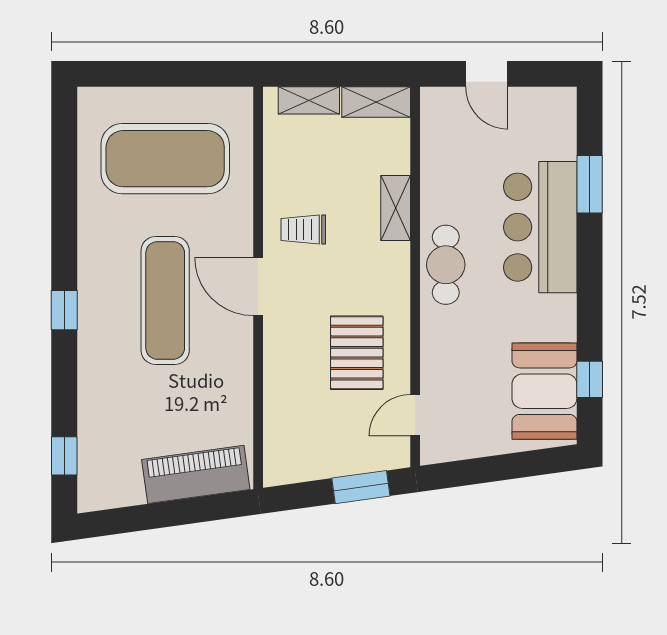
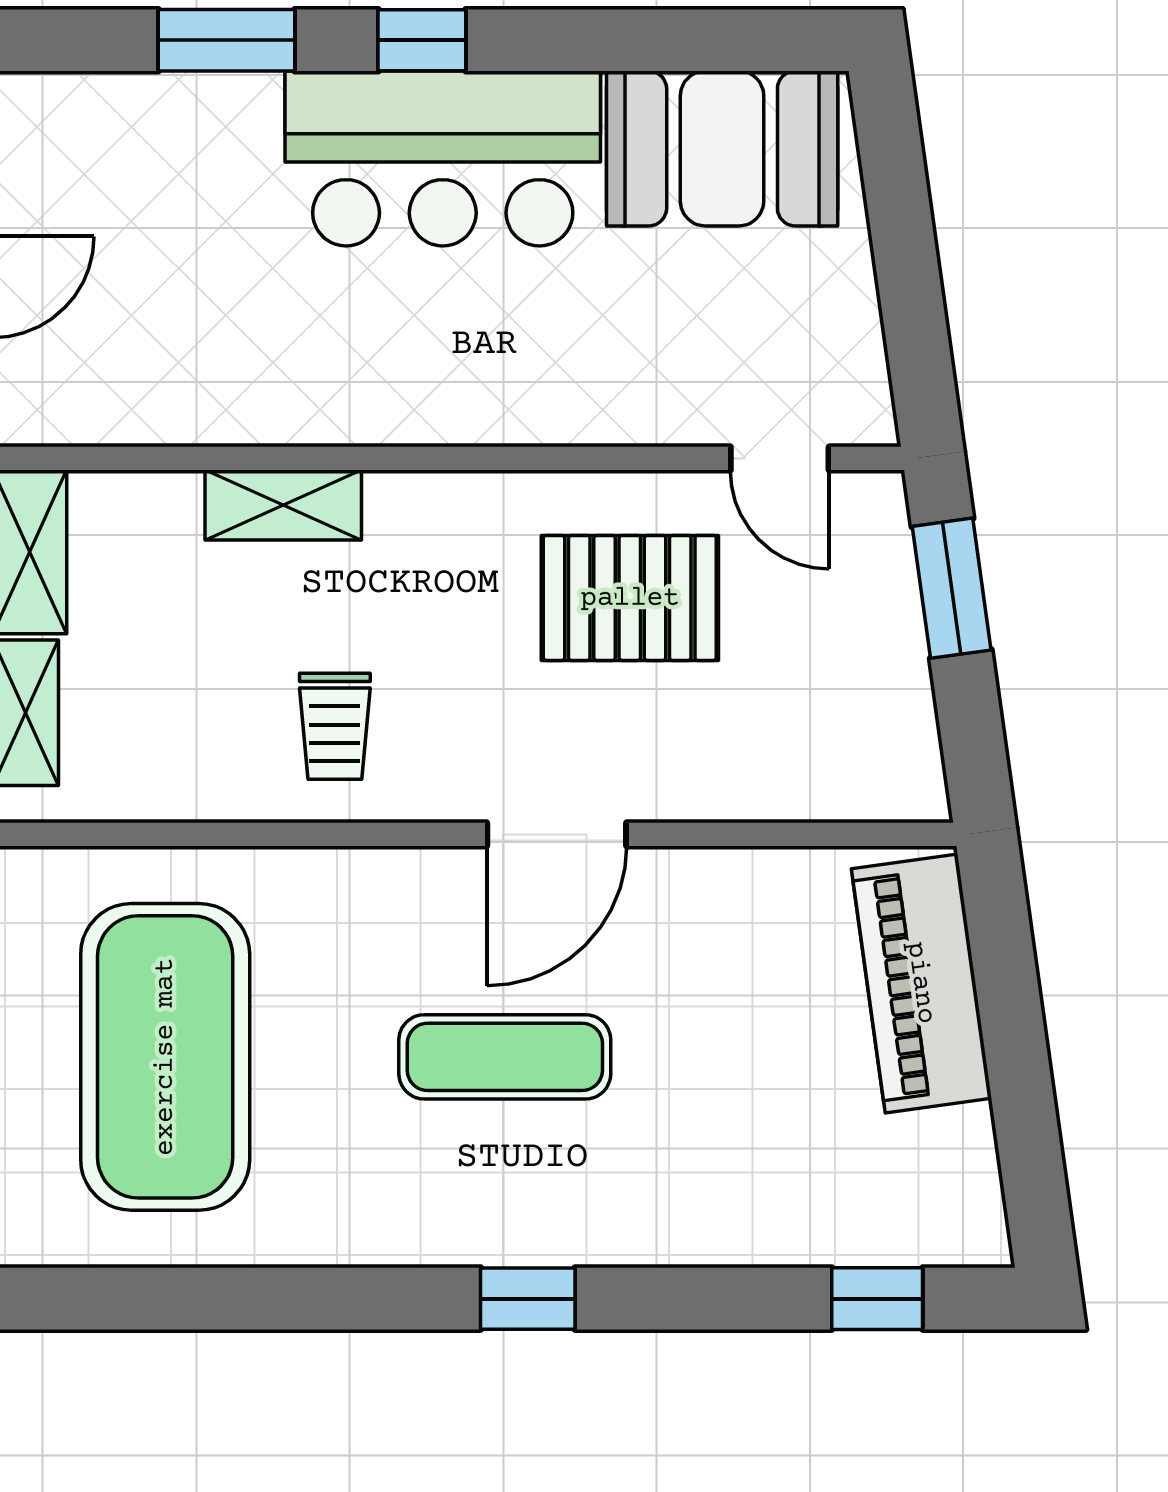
bar counter: (540, 227) -> (443, 159), moved
cafe table: (446, 265) -> (419, 385), removed
door: (258, 287) -> (557, 834), moved
exercise mat: (165, 300) -> (505, 1057), width x0.73, depth x0.69
window: (590, 379) -> (422, 40), moved

